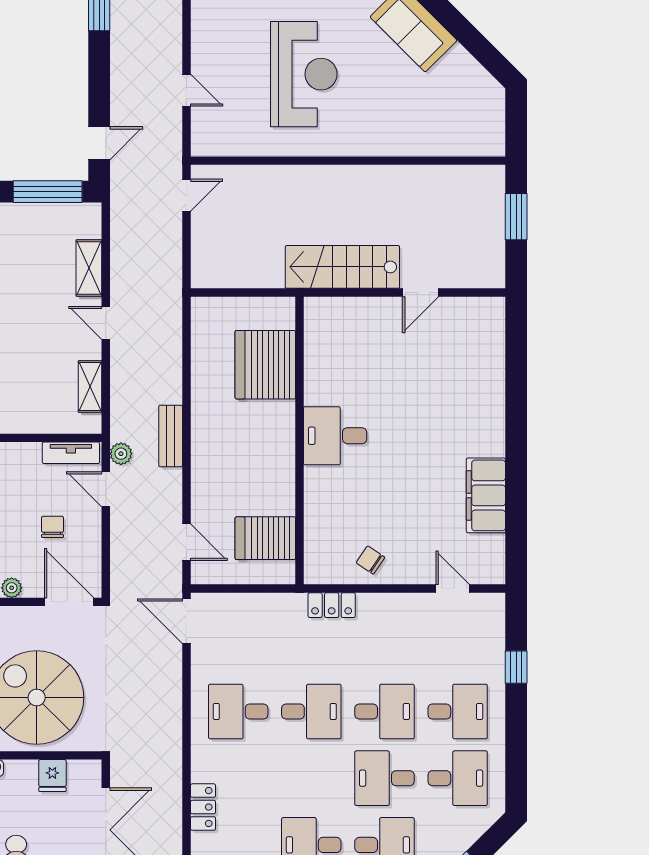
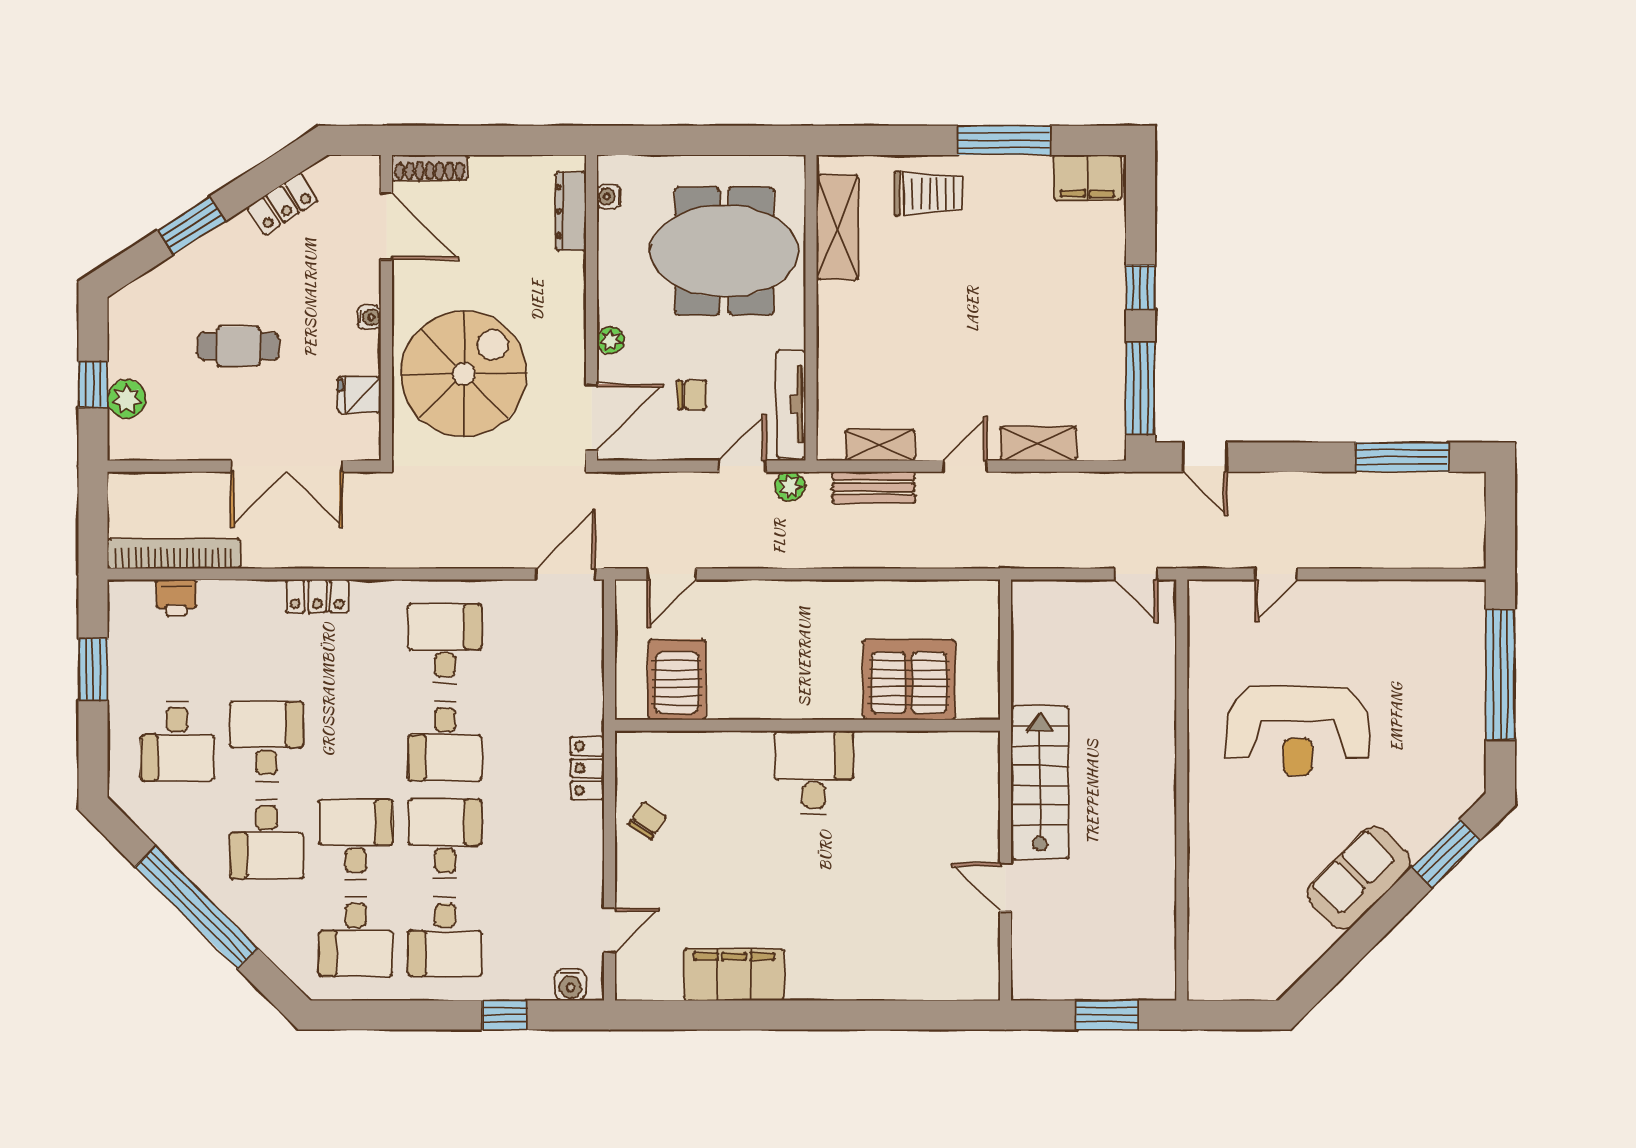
bench: (171, 436) -> (874, 487), moved
tv unit: (71, 453) -> (791, 404), width x1.41
water cooler: (493, 618) -> (571, 985), added
desk: (384, 711) -> (445, 839), turned 180

